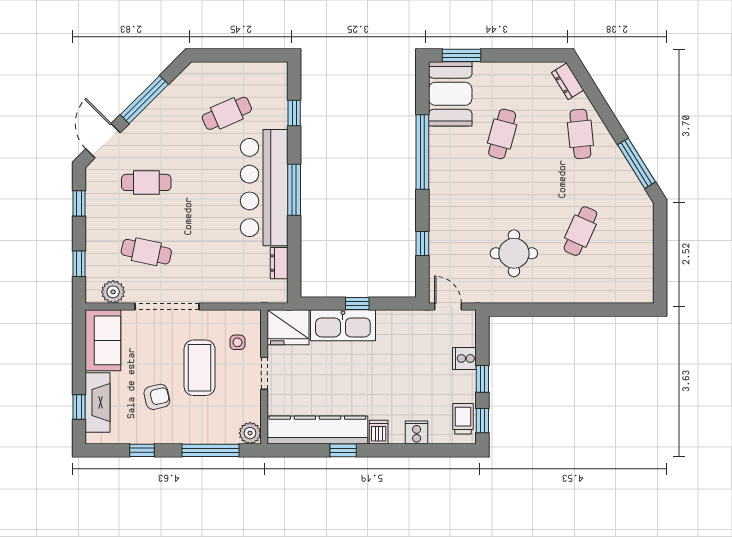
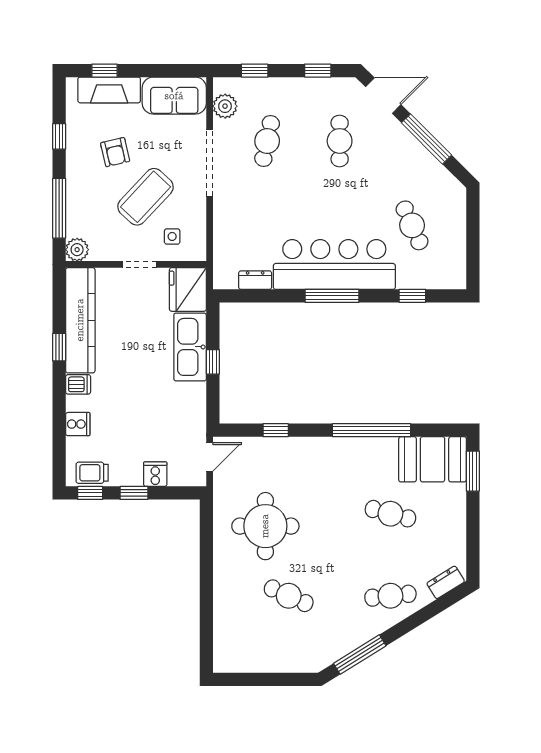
round table: (514, 253) -> (265, 526), width x1.36, depth x1.36
coffee table: (200, 368) -> (145, 197), turned -47
trolley: (463, 419) -> (92, 473), turned 180

